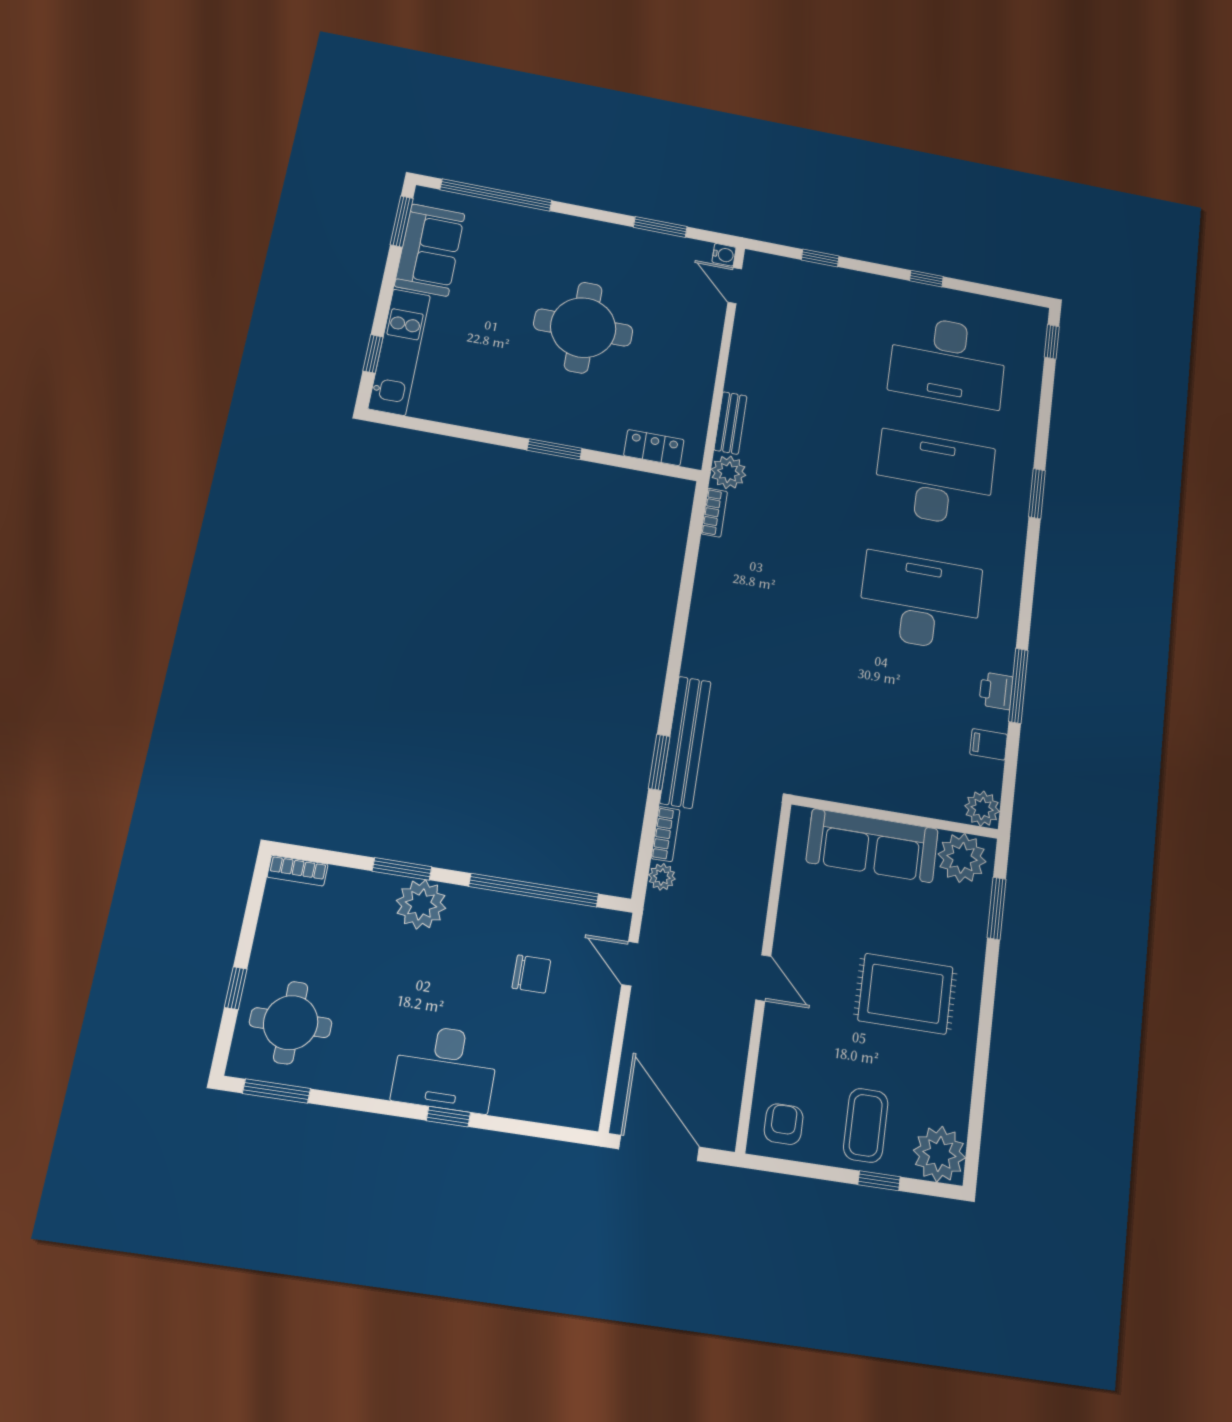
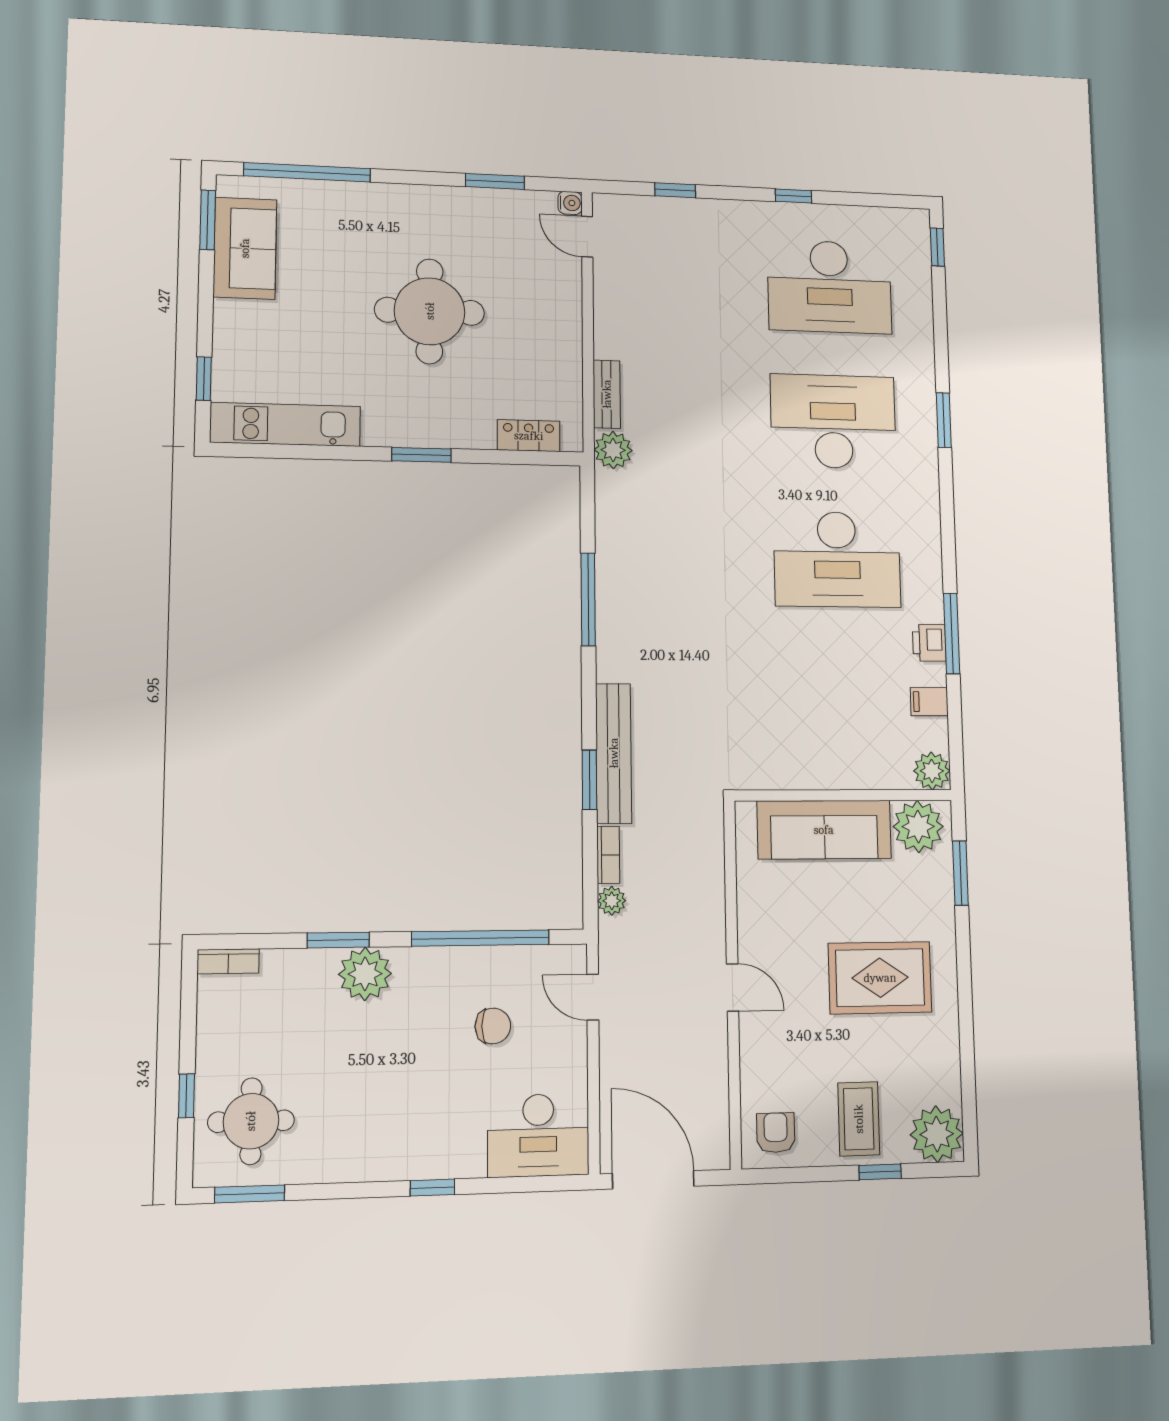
kitchen unit: (399, 352) -> (285, 424), moved, turned -90
bookcase: (714, 513) -> (605, 498), removed
window: (684, 600) -> (588, 599), added
desk: (920, 601) -> (837, 559), turned 180
desk: (446, 1068) -> (538, 1135), moved

